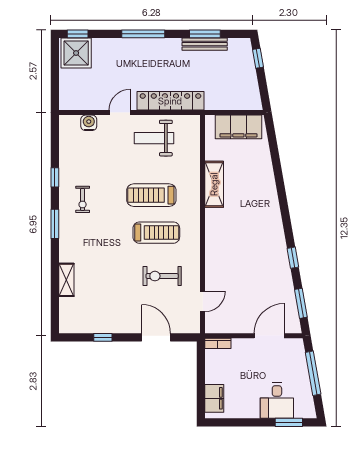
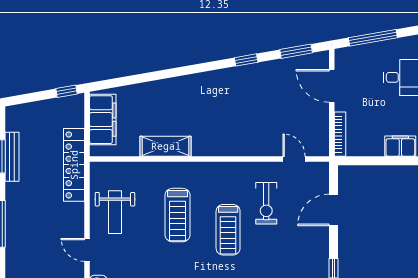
window: (258, 58) -> (67, 91), moved
locker: (170, 101) -> (74, 165), moved
treadmill: (156, 233) -> (228, 230), moved, turned 180
bookcase: (218, 343) -> (340, 134), width x1.56

